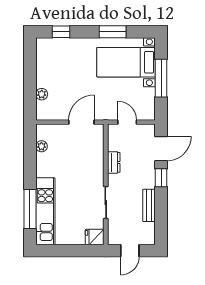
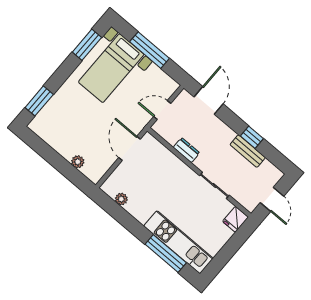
window: (61, 32) -> (39, 101), width x1.50
window: (113, 32) -> (87, 45), moved
window: (161, 178) -> (252, 137), moved

